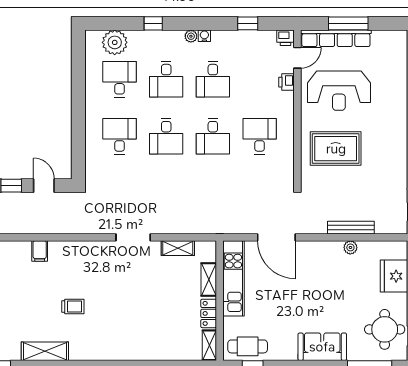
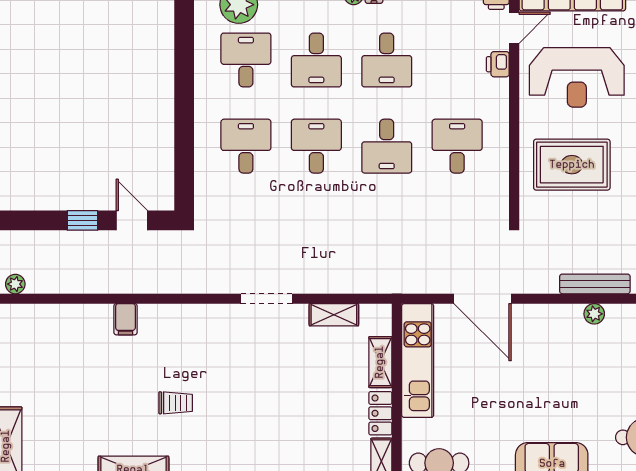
desk: (166, 136) -> (316, 146), turned 180

